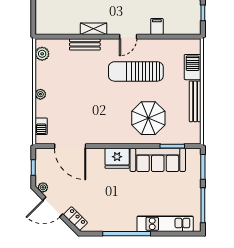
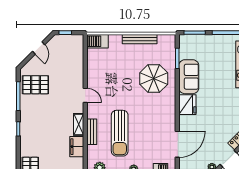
filing cabinet: (157, 26) -> (77, 147), moved, width x2.00
barbecue: (193, 67) -> (98, 41), moved
sun lounger: (136, 71) -> (120, 133), moved
sofa: (158, 160) -> (189, 77), width x0.73

